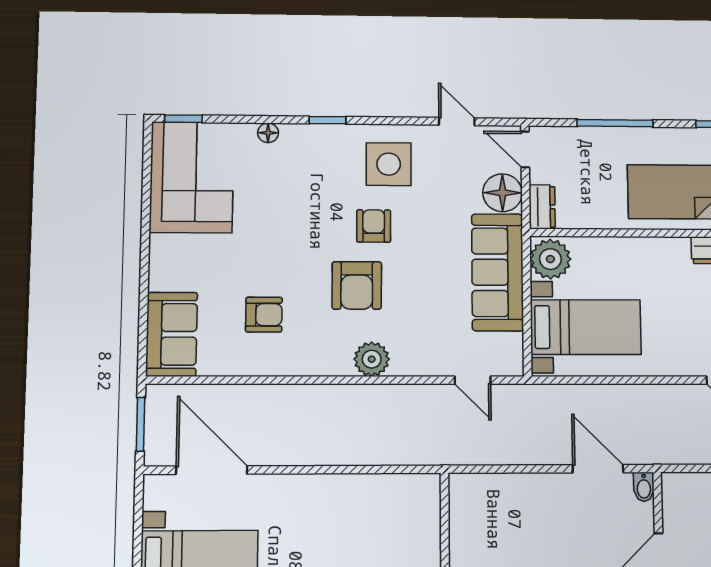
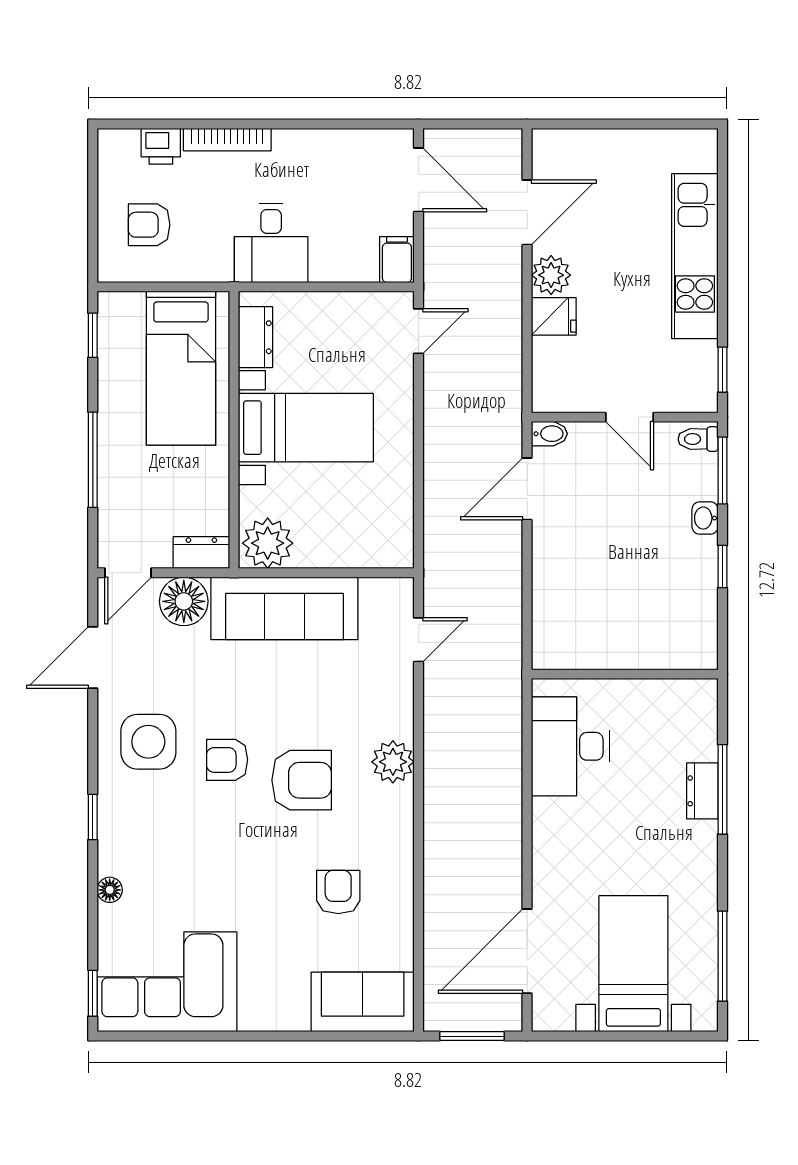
door: (457, 121) -> (93, 657), width x1.38
bed with nightstands: (586, 327) -> (306, 428), moved, turned 90
desk: (384, 505) -> (570, 746), added

